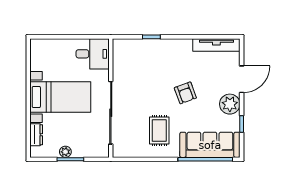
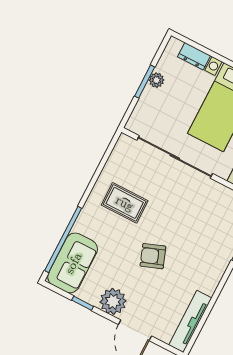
sofa: (210, 145) -> (73, 263), width x0.73

